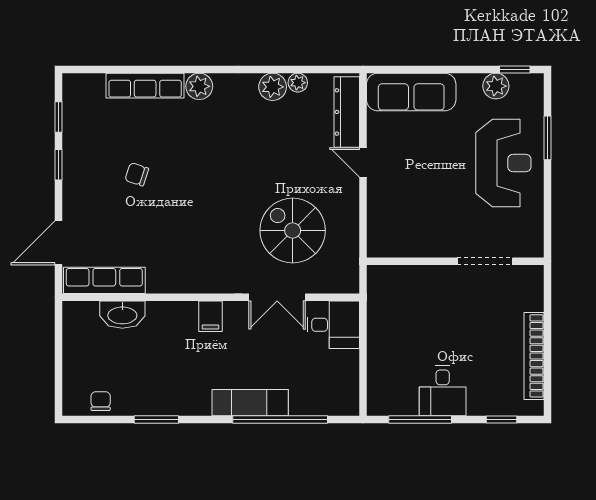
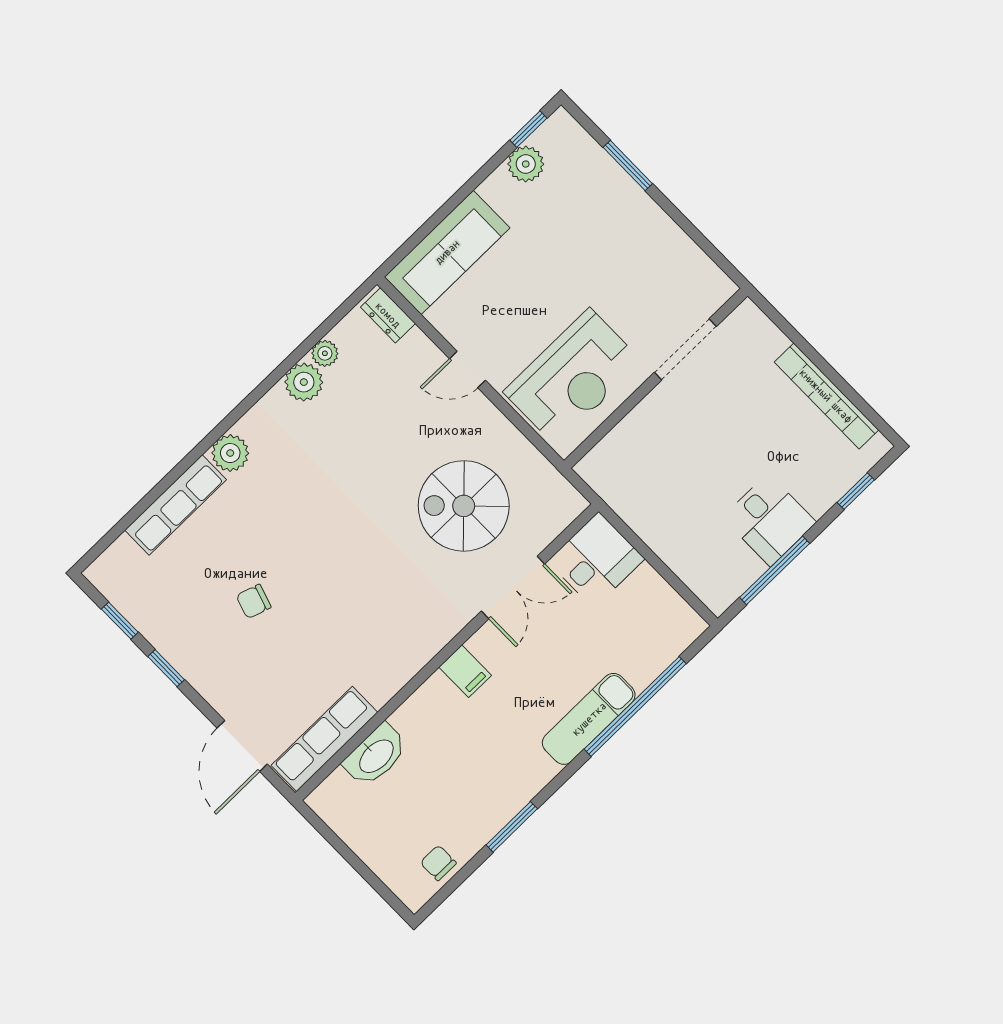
dresser: (347, 112) -> (388, 315), width x0.51, depth x0.80
reception desk: (503, 163) -> (573, 377), moved, turned 90

